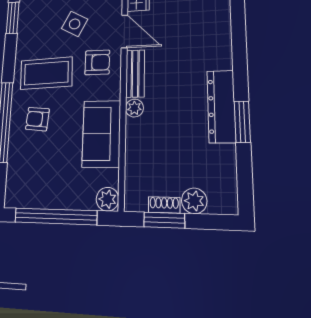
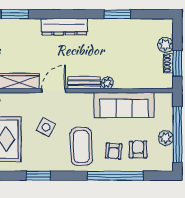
armchair: (97, 62) -> (138, 150), moved
dresser: (221, 106) -> (64, 27), moved
sofa: (101, 134) -> (124, 105), width x1.36
plant: (108, 199) -> (166, 138), moved

